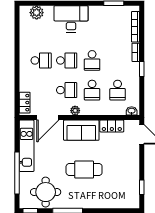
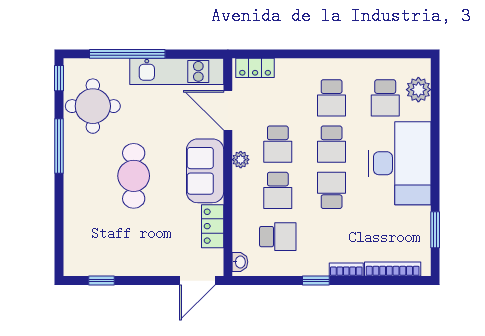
desk: (71, 19) -> (400, 163), width x1.36, depth x1.30
school desk: (41, 31) -> (385, 98), added
school desk: (92, 60) -> (332, 190), turned 90
school desk: (92, 90) -> (278, 190), turned -90
school desk: (118, 90) -> (278, 237), turned 180

